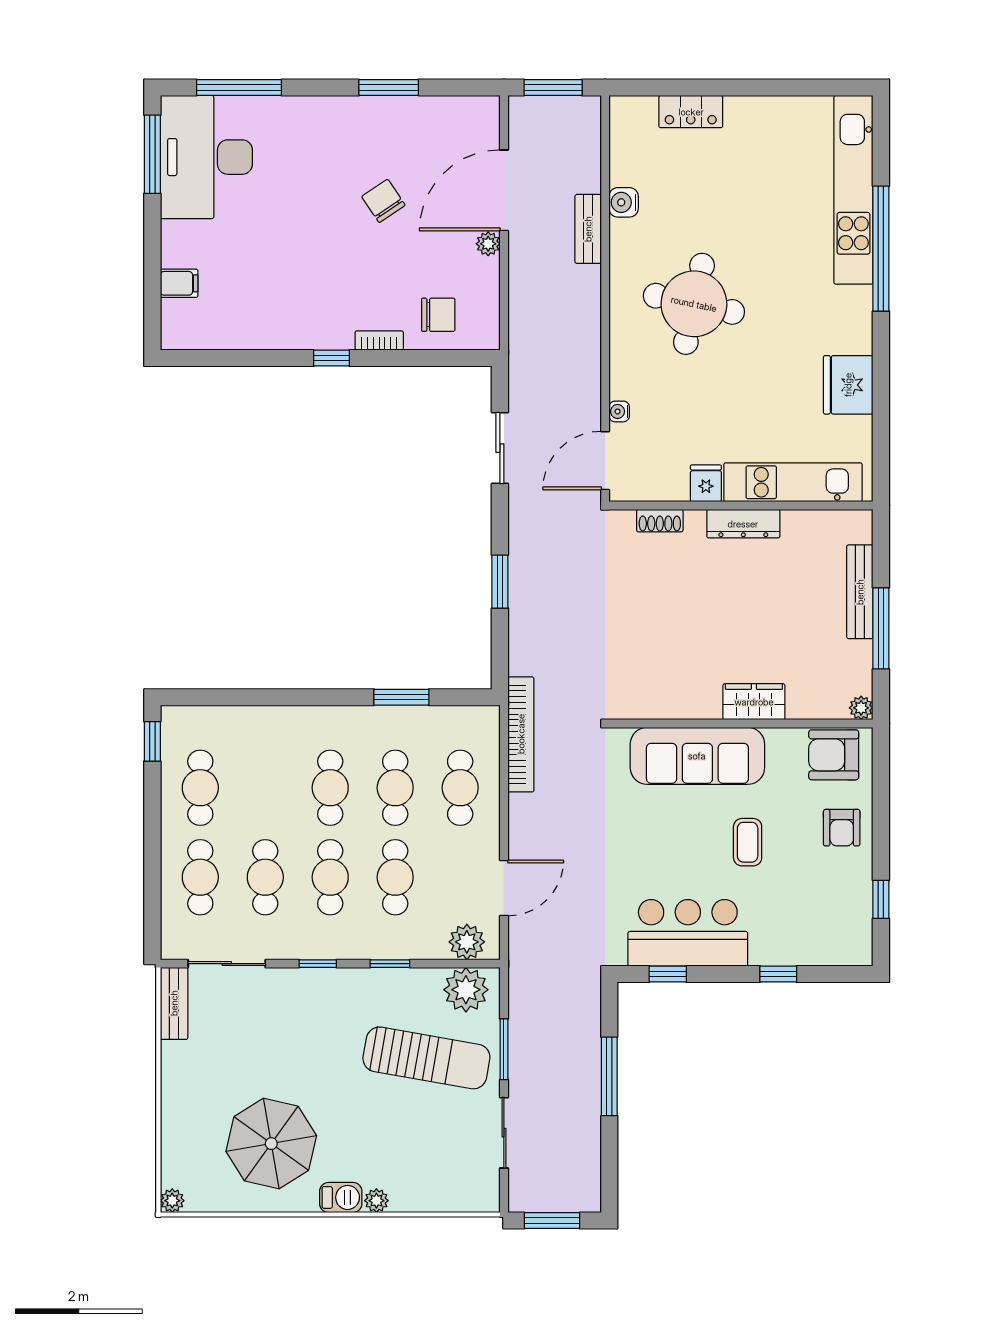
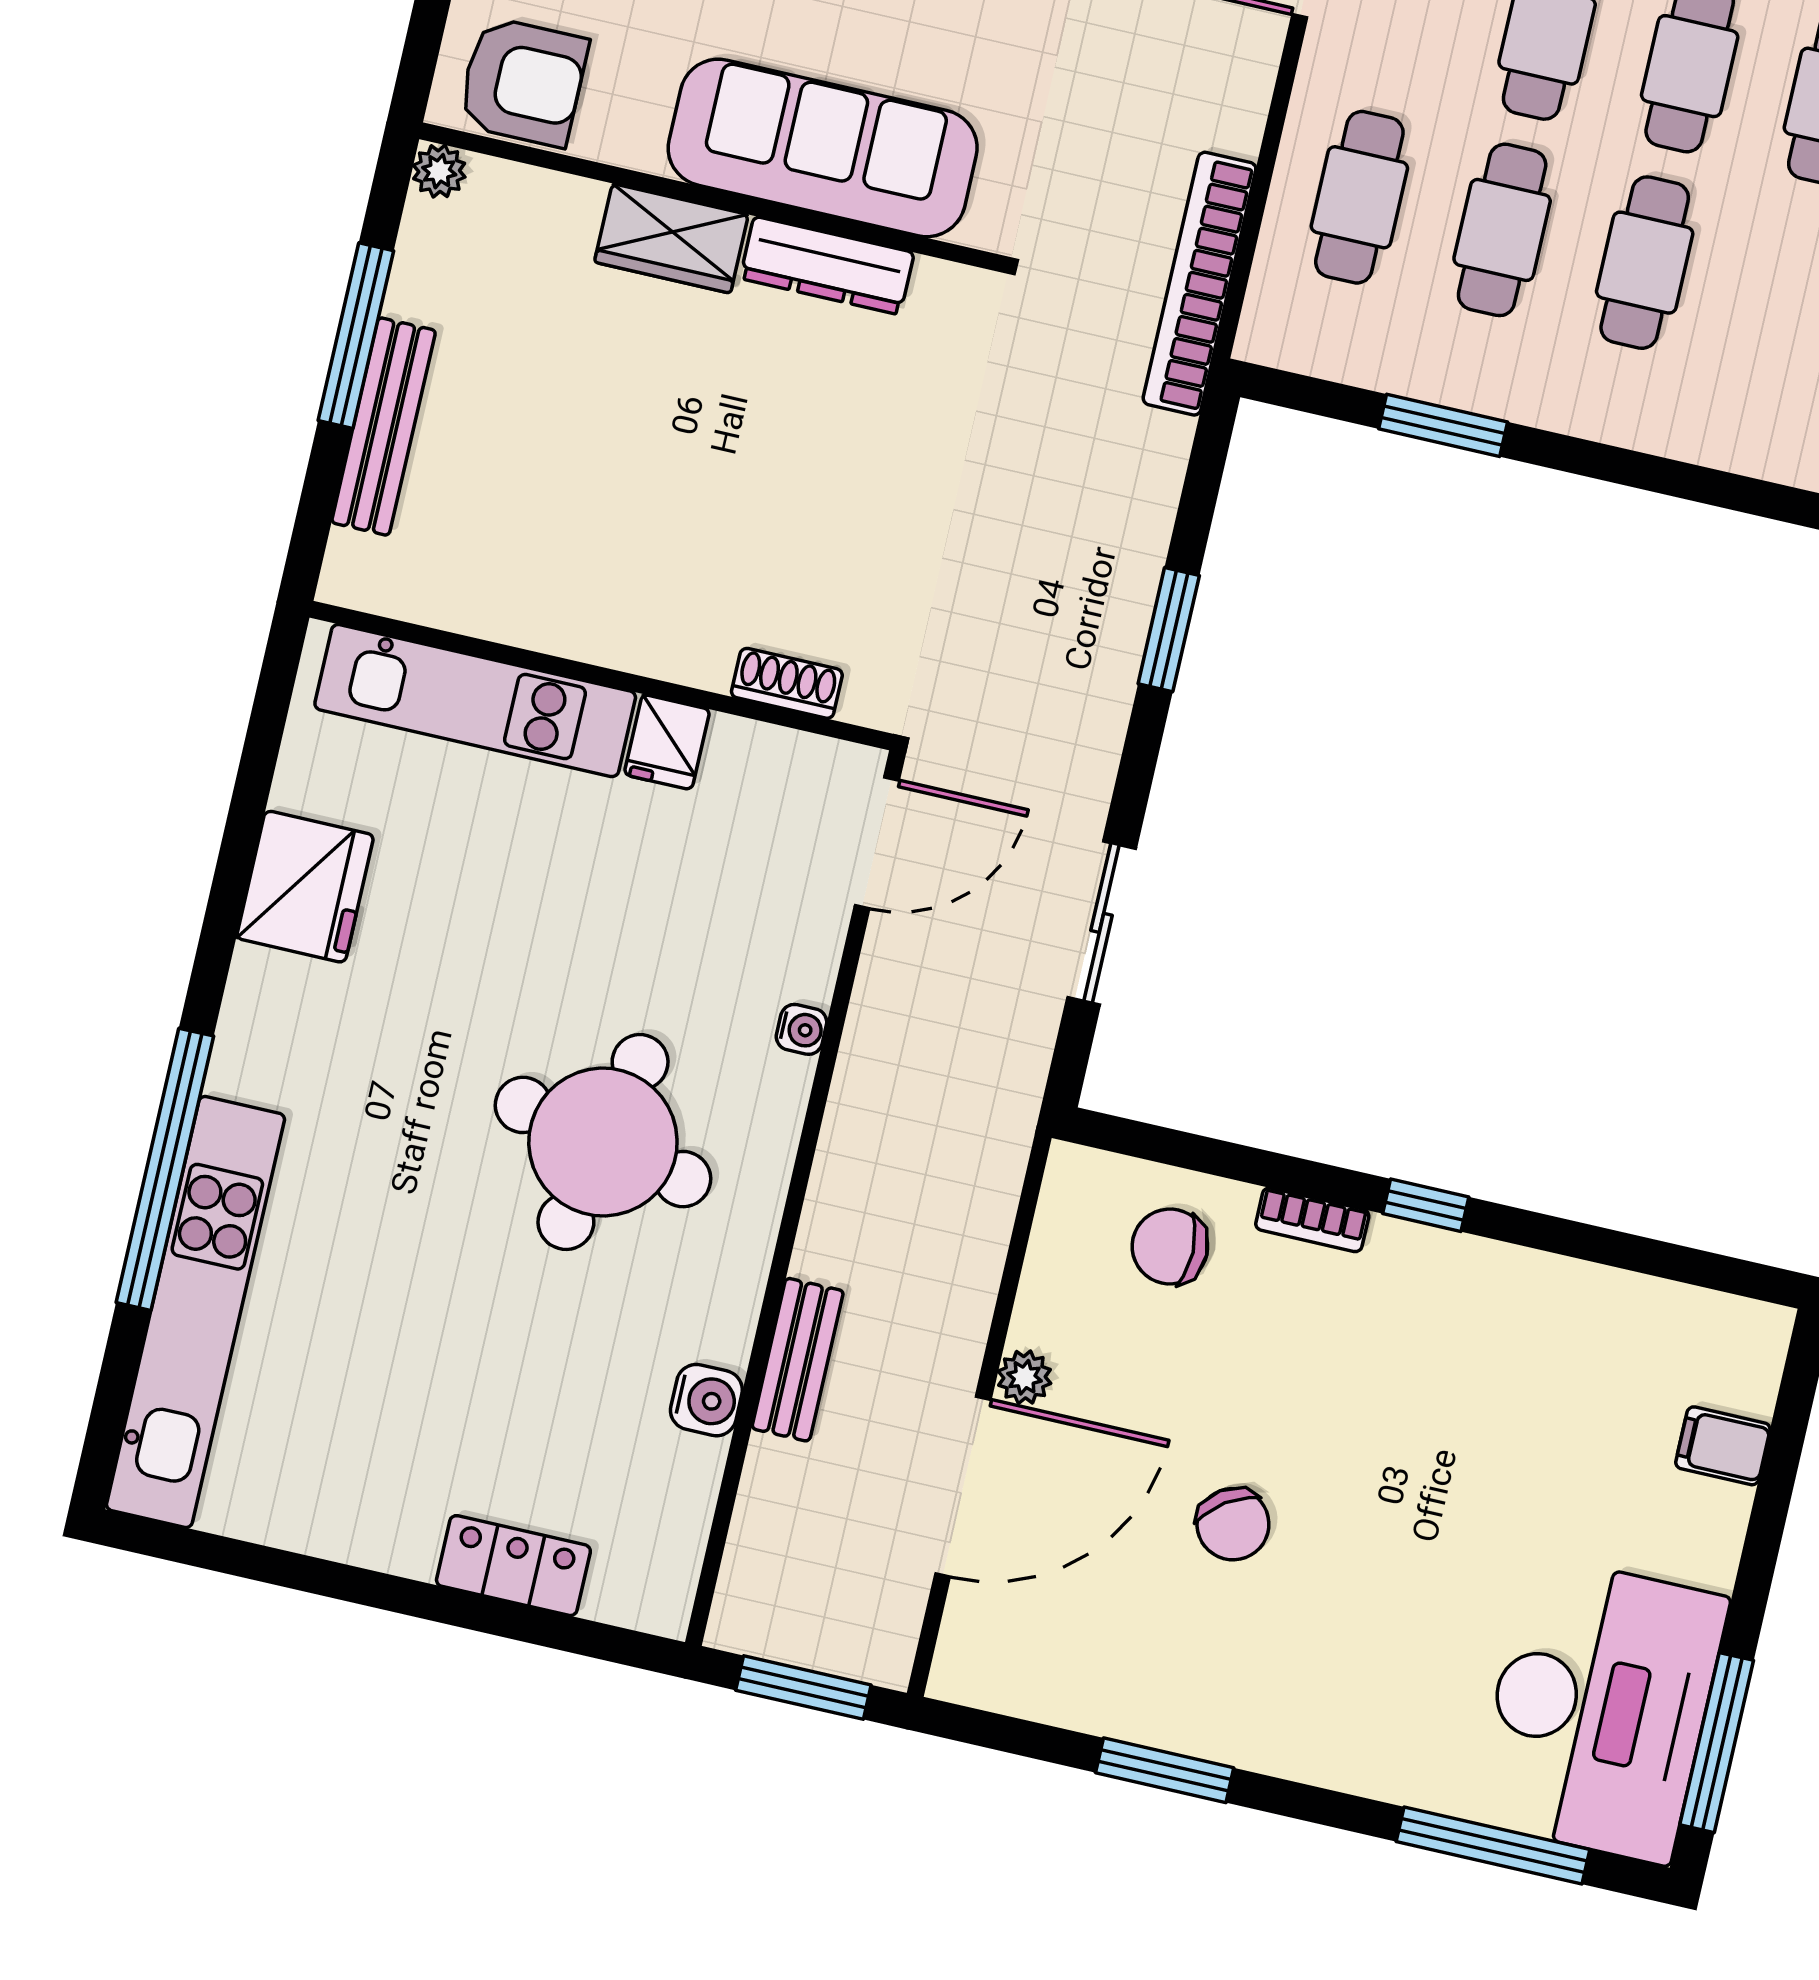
water cooler: (619, 411) -> (802, 1029), moved
dresser: (743, 524) -> (827, 266), moved, turned 180

